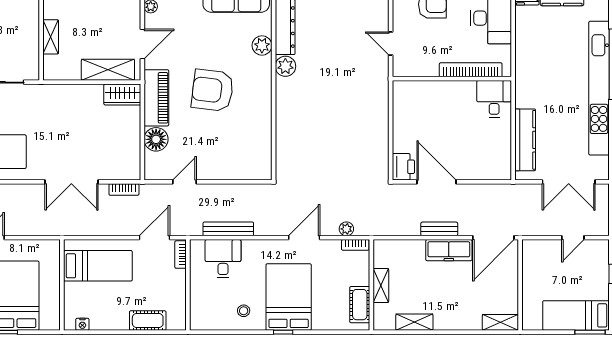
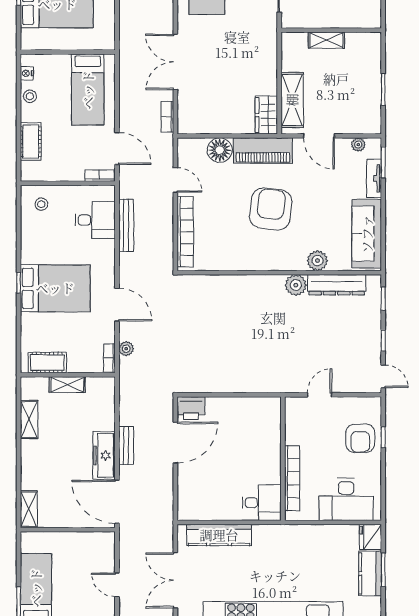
bookcase: (234, 172) -> (185, 232), added
stool: (244, 311) -> (41, 204), moved
stool: (104, 321) -> (30, 96), added

